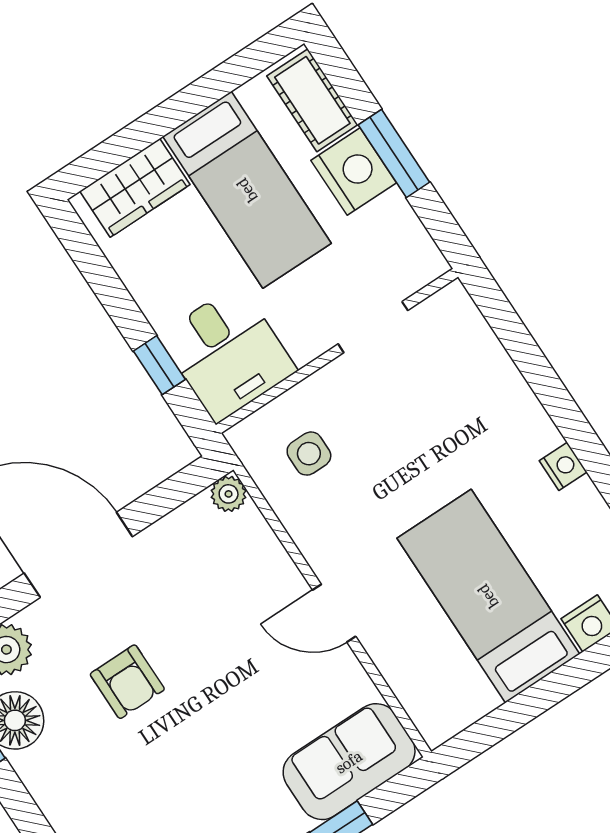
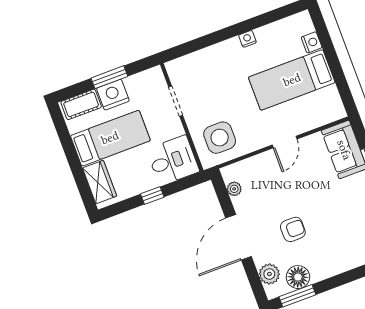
window: (159, 365) -> (152, 196), moved
side table: (309, 454) -> (220, 138), width x1.87, depth x1.87
plant: (229, 494) -> (234, 189), moved

